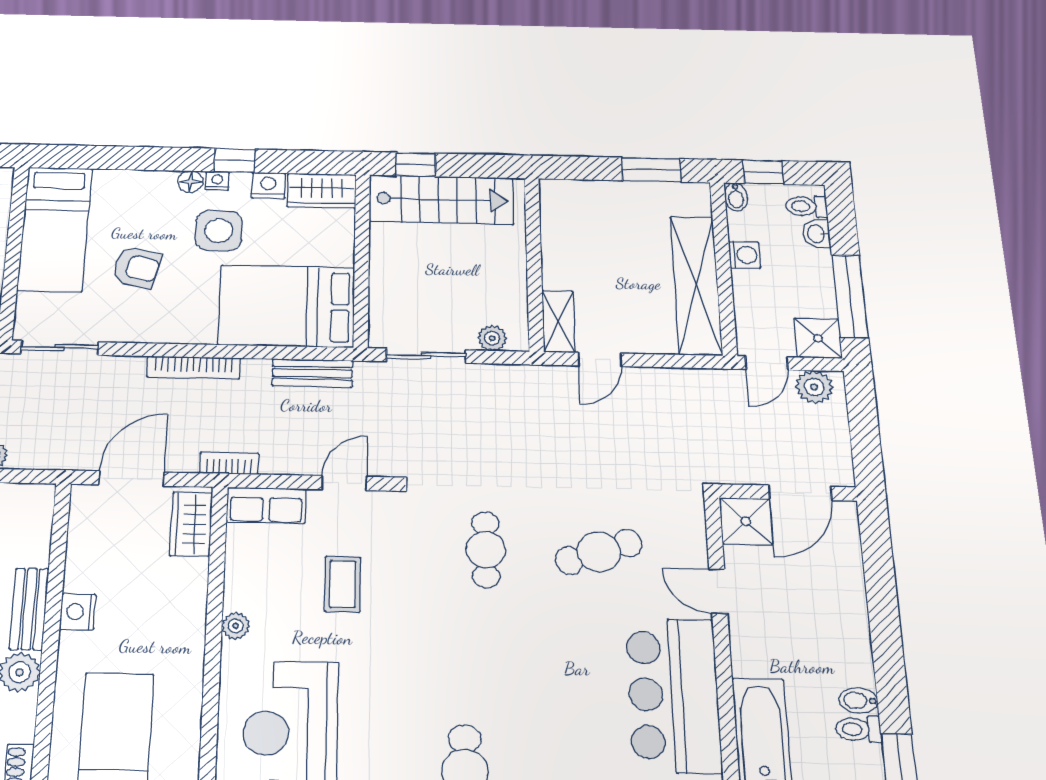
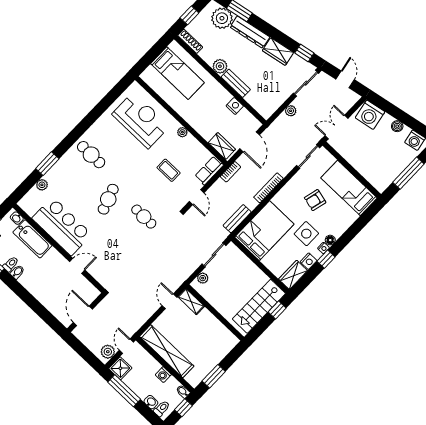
shower: (746, 521) -> (89, 293), removed
cafe table: (599, 552) -> (108, 199), moved
nightstand: (78, 612) -> (235, 106), moved

